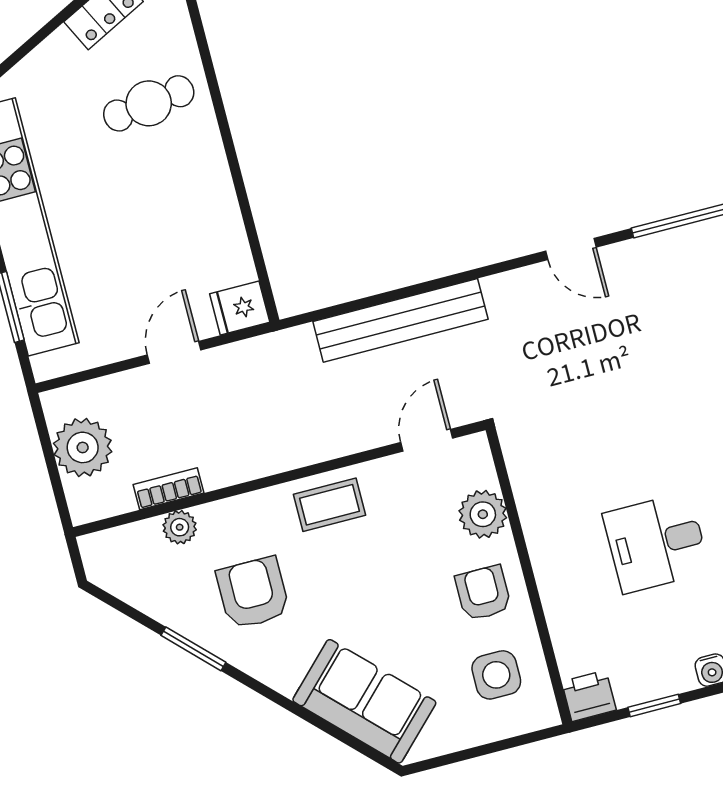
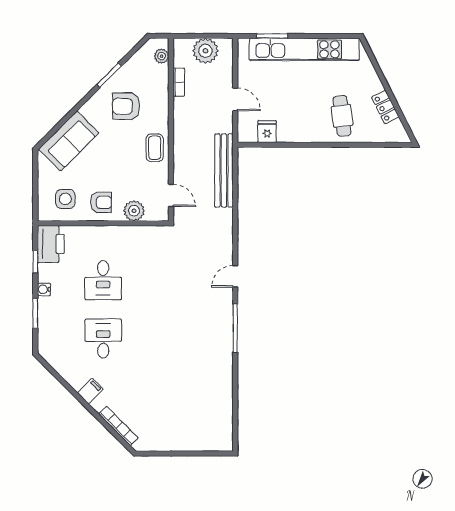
fridge: (240, 308) -> (267, 132), moved
bench: (400, 320) -> (224, 170), moved
plant: (180, 527) -> (162, 56), moved
desk: (656, 543) -> (103, 280), turned 180
armchair: (253, 593) -> (126, 106), turned 180
printer: (589, 696) -> (51, 244), width x1.87, depth x1.48

